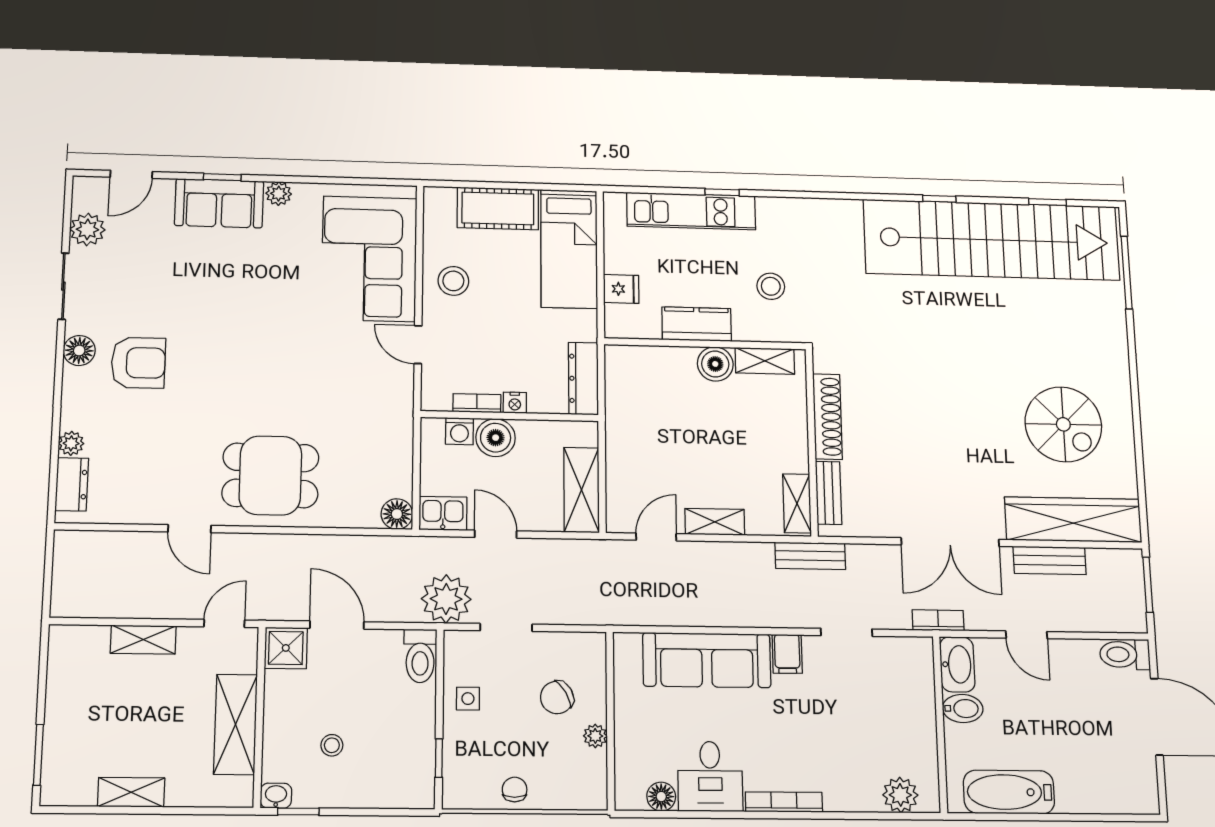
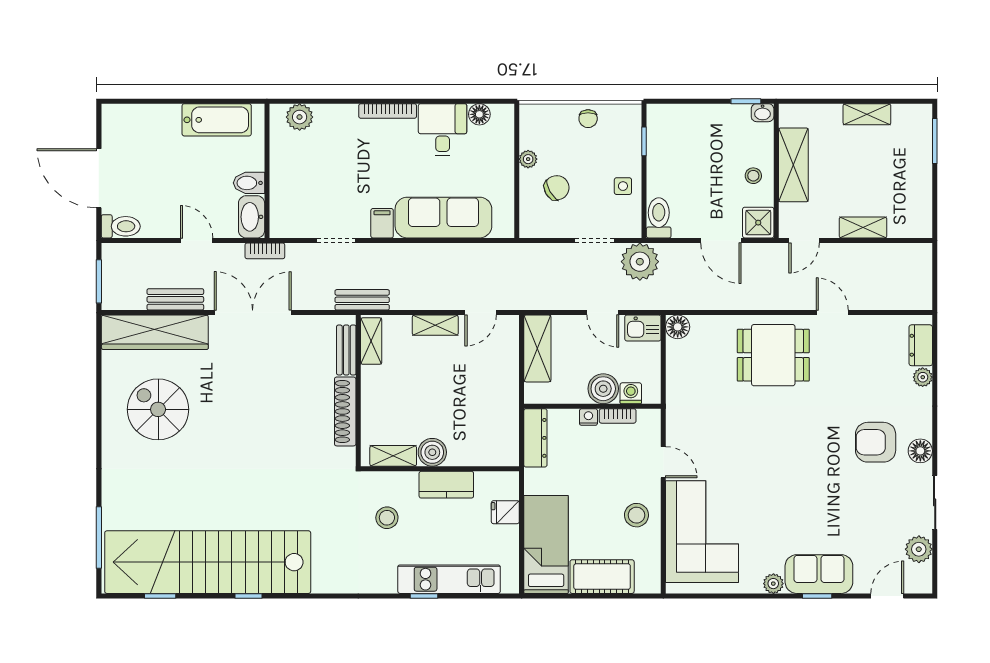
stool: (332, 745) -> (753, 176), moved

